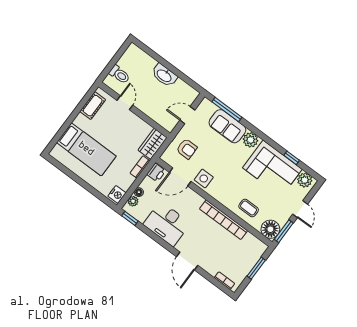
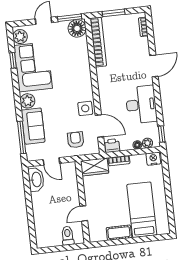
washbasin: (164, 75) -> (36, 180), moved
cot: (93, 106) -> (119, 233), moved
coffee table: (249, 208) -> (76, 58), removed
bookcase: (224, 220) -> (98, 42), moved

